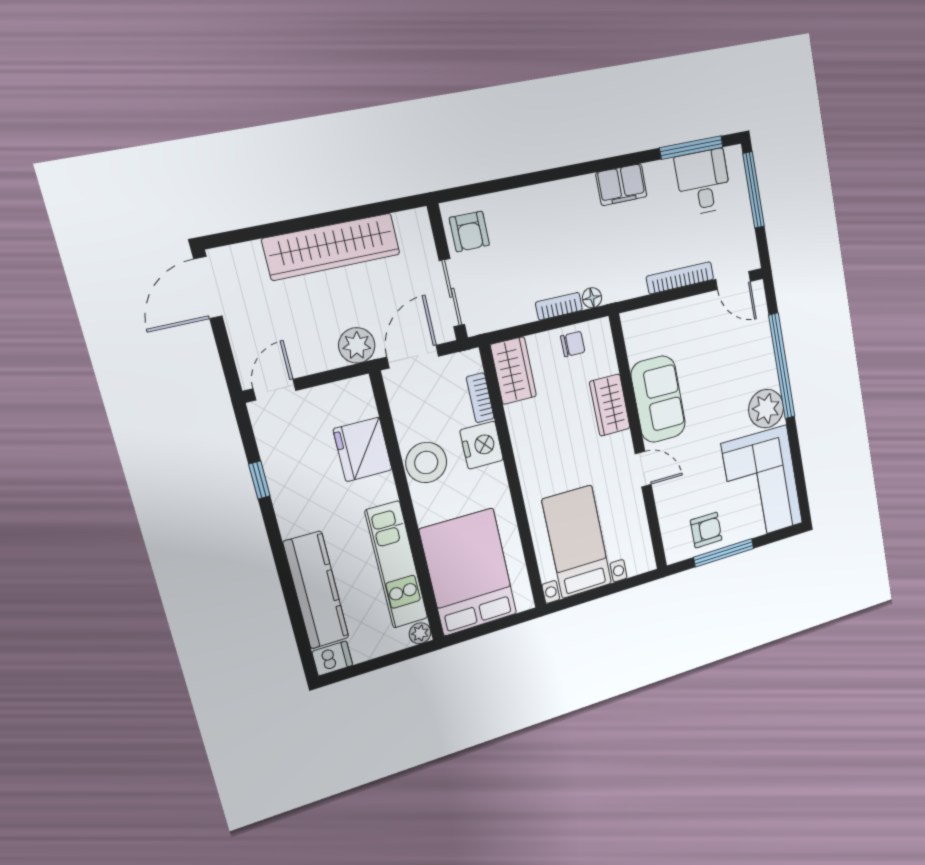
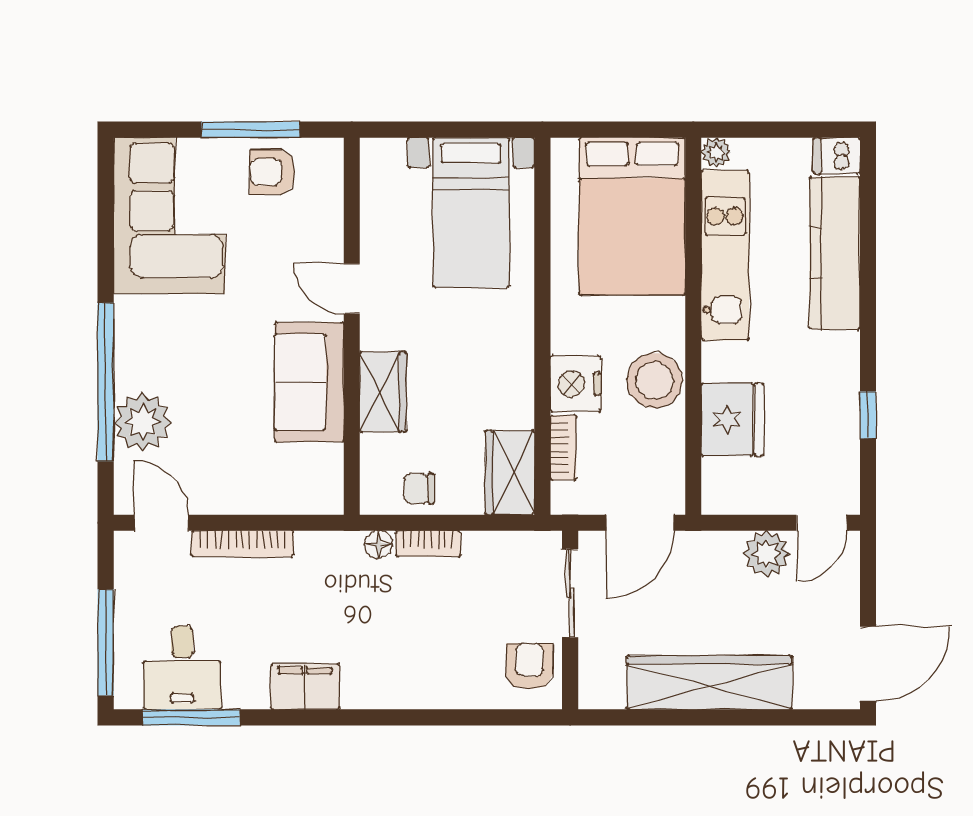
plant: (357, 345) -> (767, 554), moved
plant: (766, 409) -> (142, 422), moved

